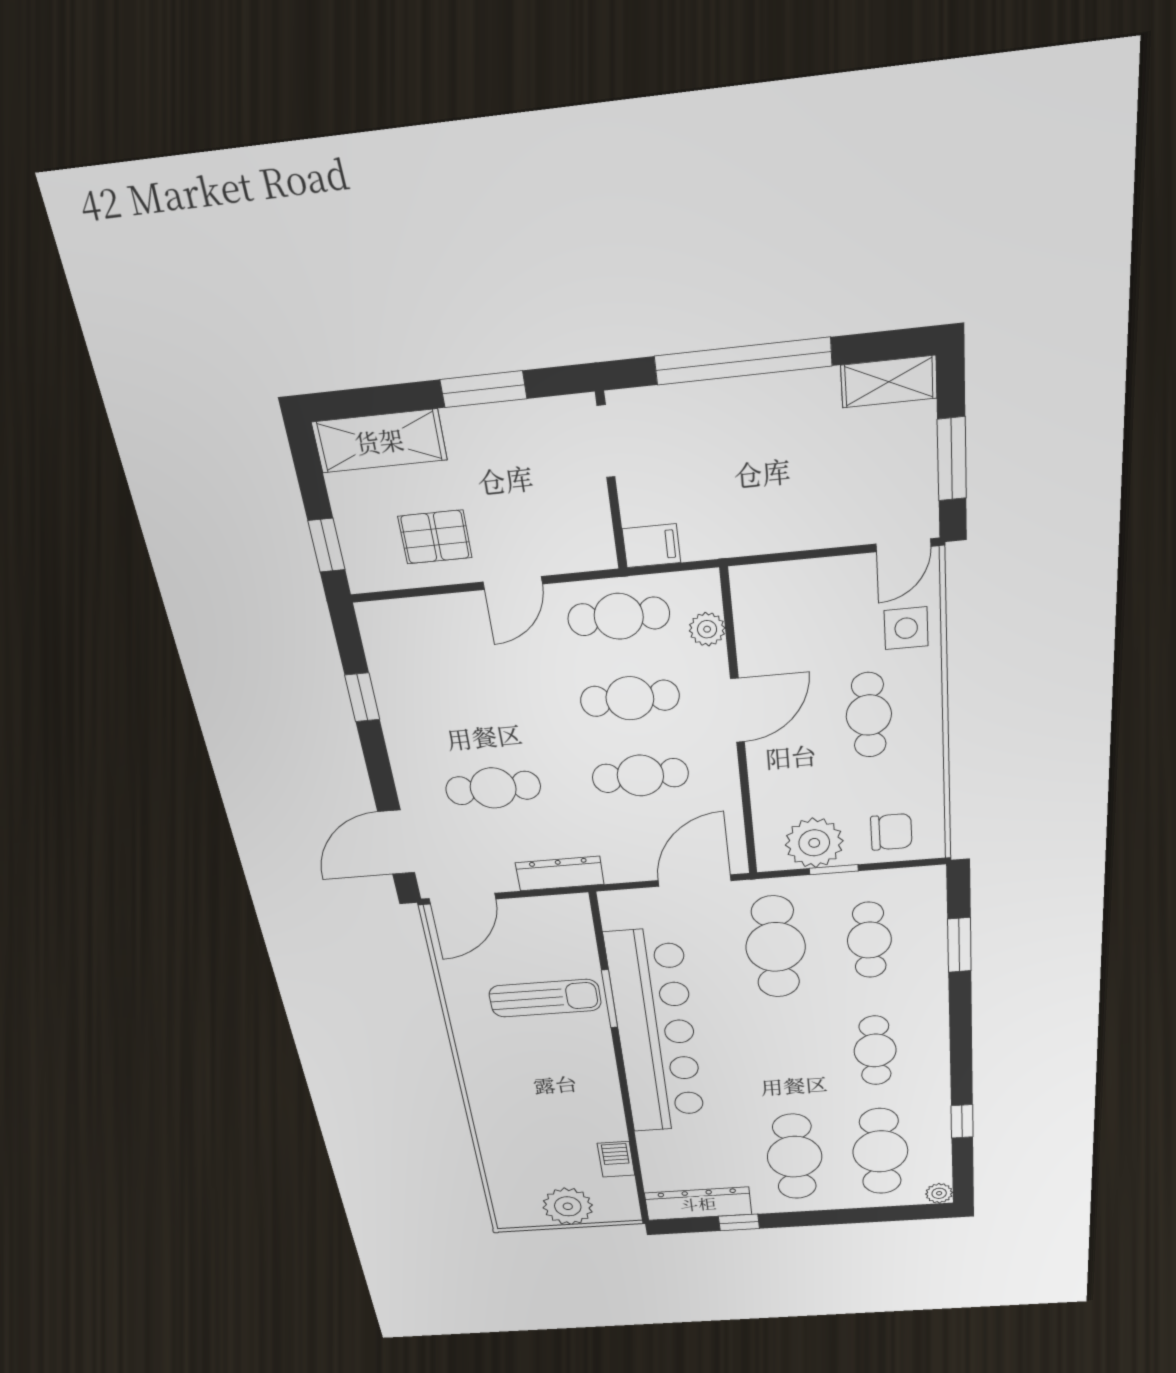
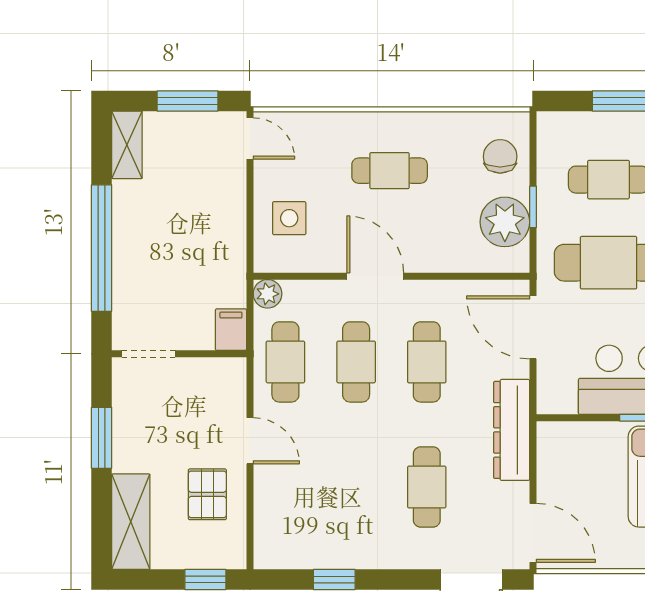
side table: (906, 628) -> (289, 218), moved
plant: (707, 629) -> (268, 294), moved
dresser: (560, 873) -> (512, 430), width x1.37, depth x1.24

